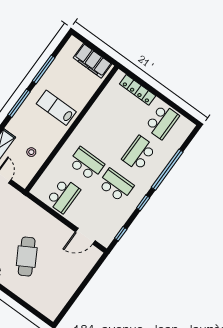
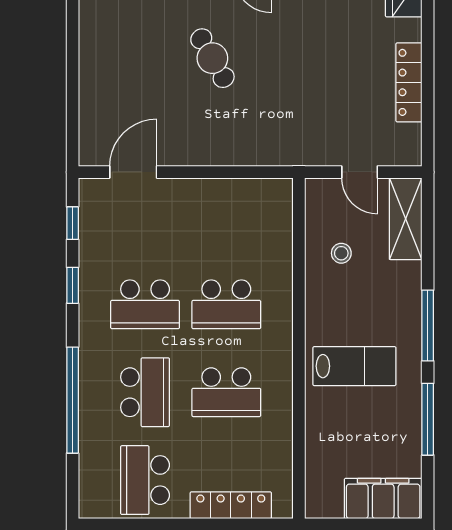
filing cabinet: (92, 61) -> (383, 499), moved
school desk: (63, 196) -> (226, 392), moved, turned -90
window: (143, 203) -> (73, 285), moved
cafe table: (27, 257) -> (212, 58), width x0.73, depth x0.74

